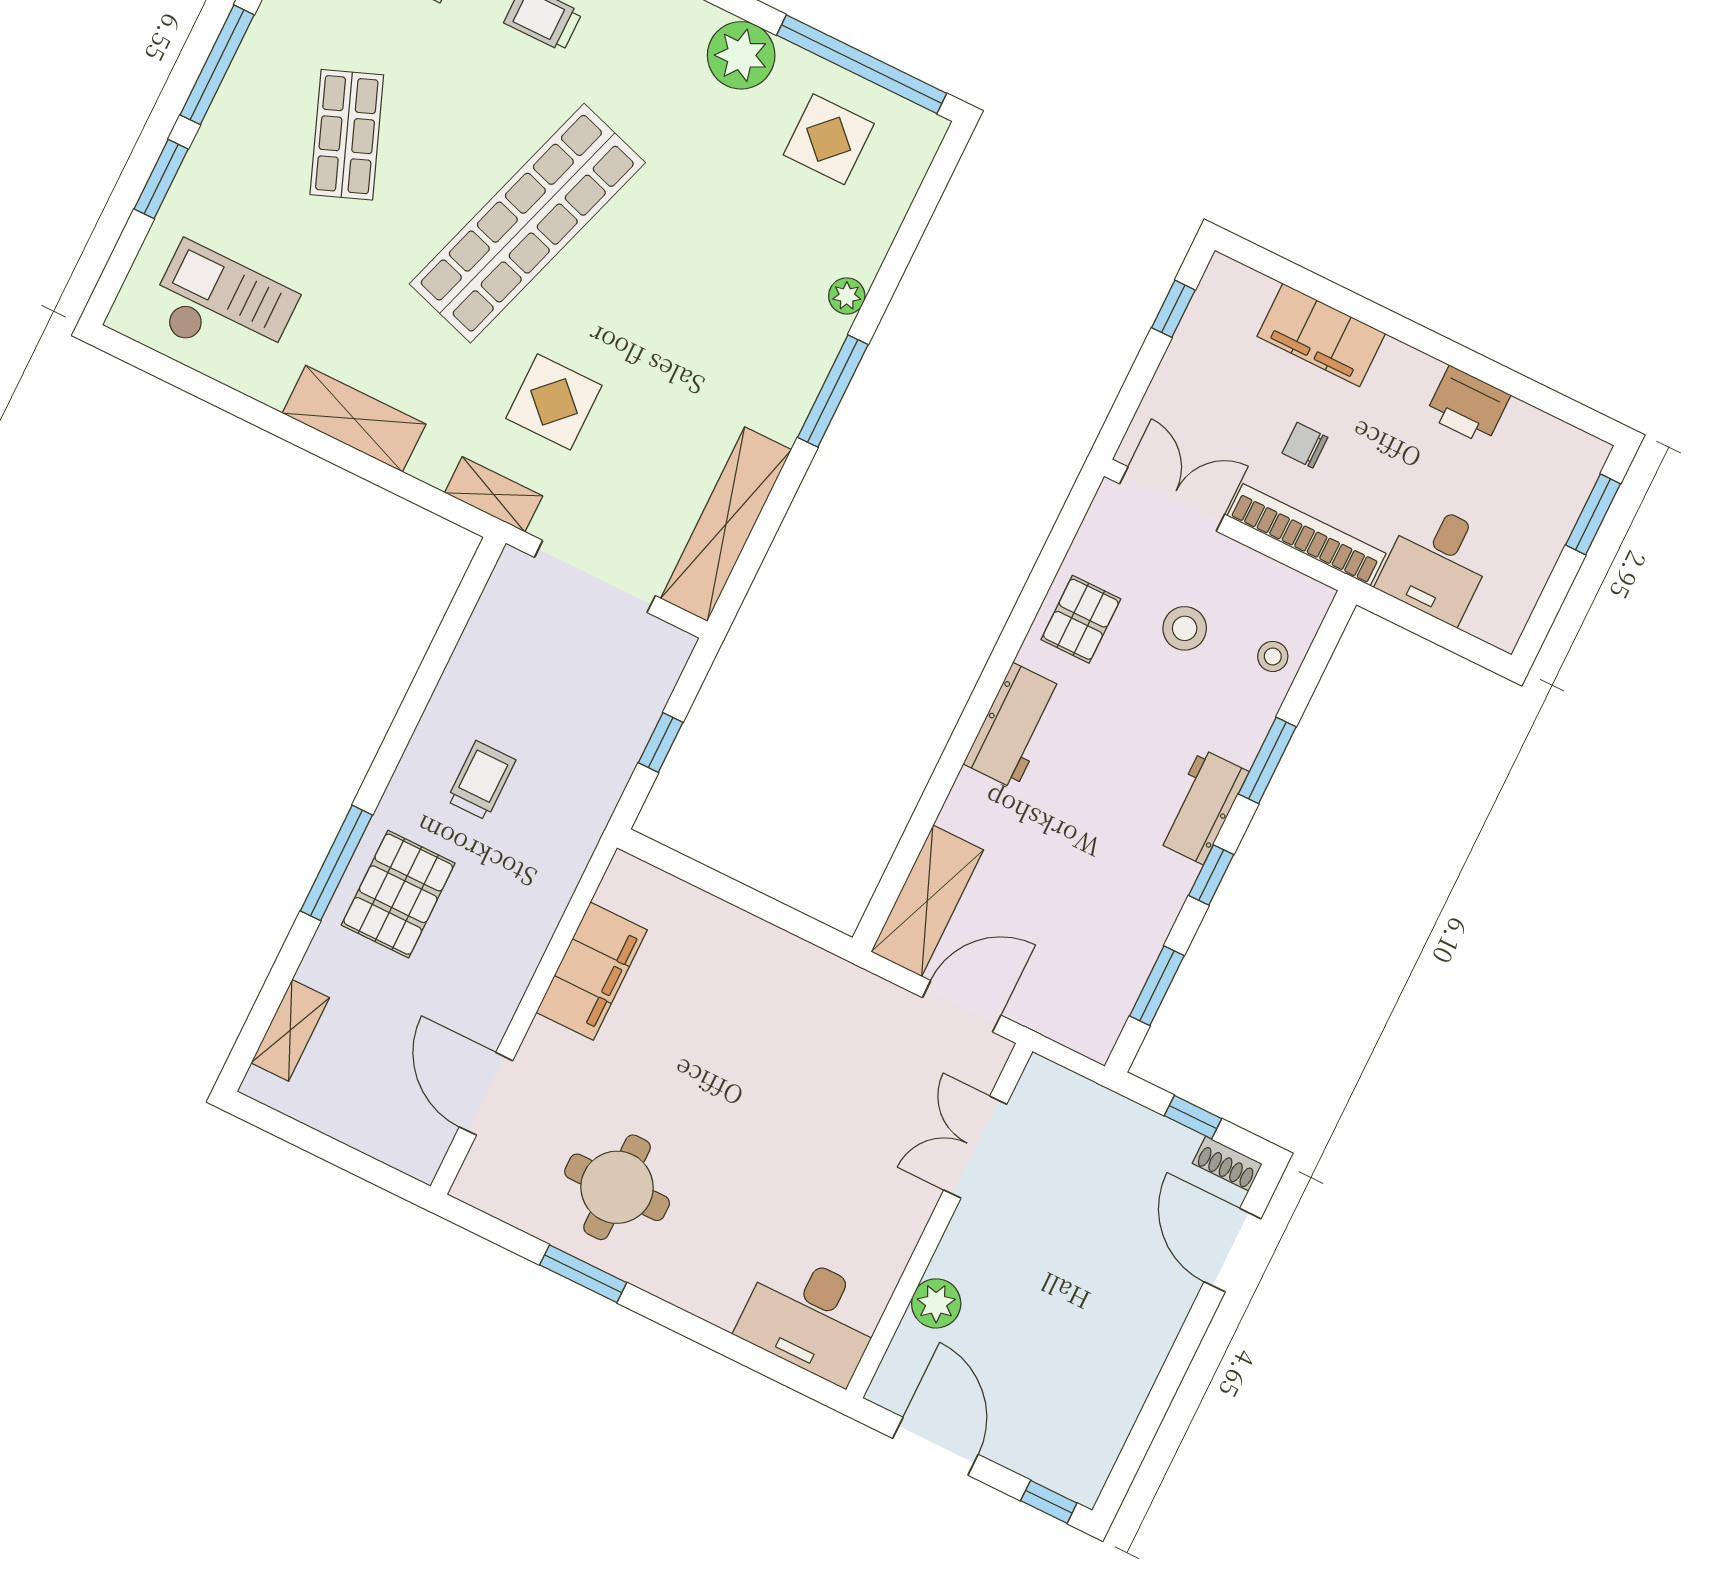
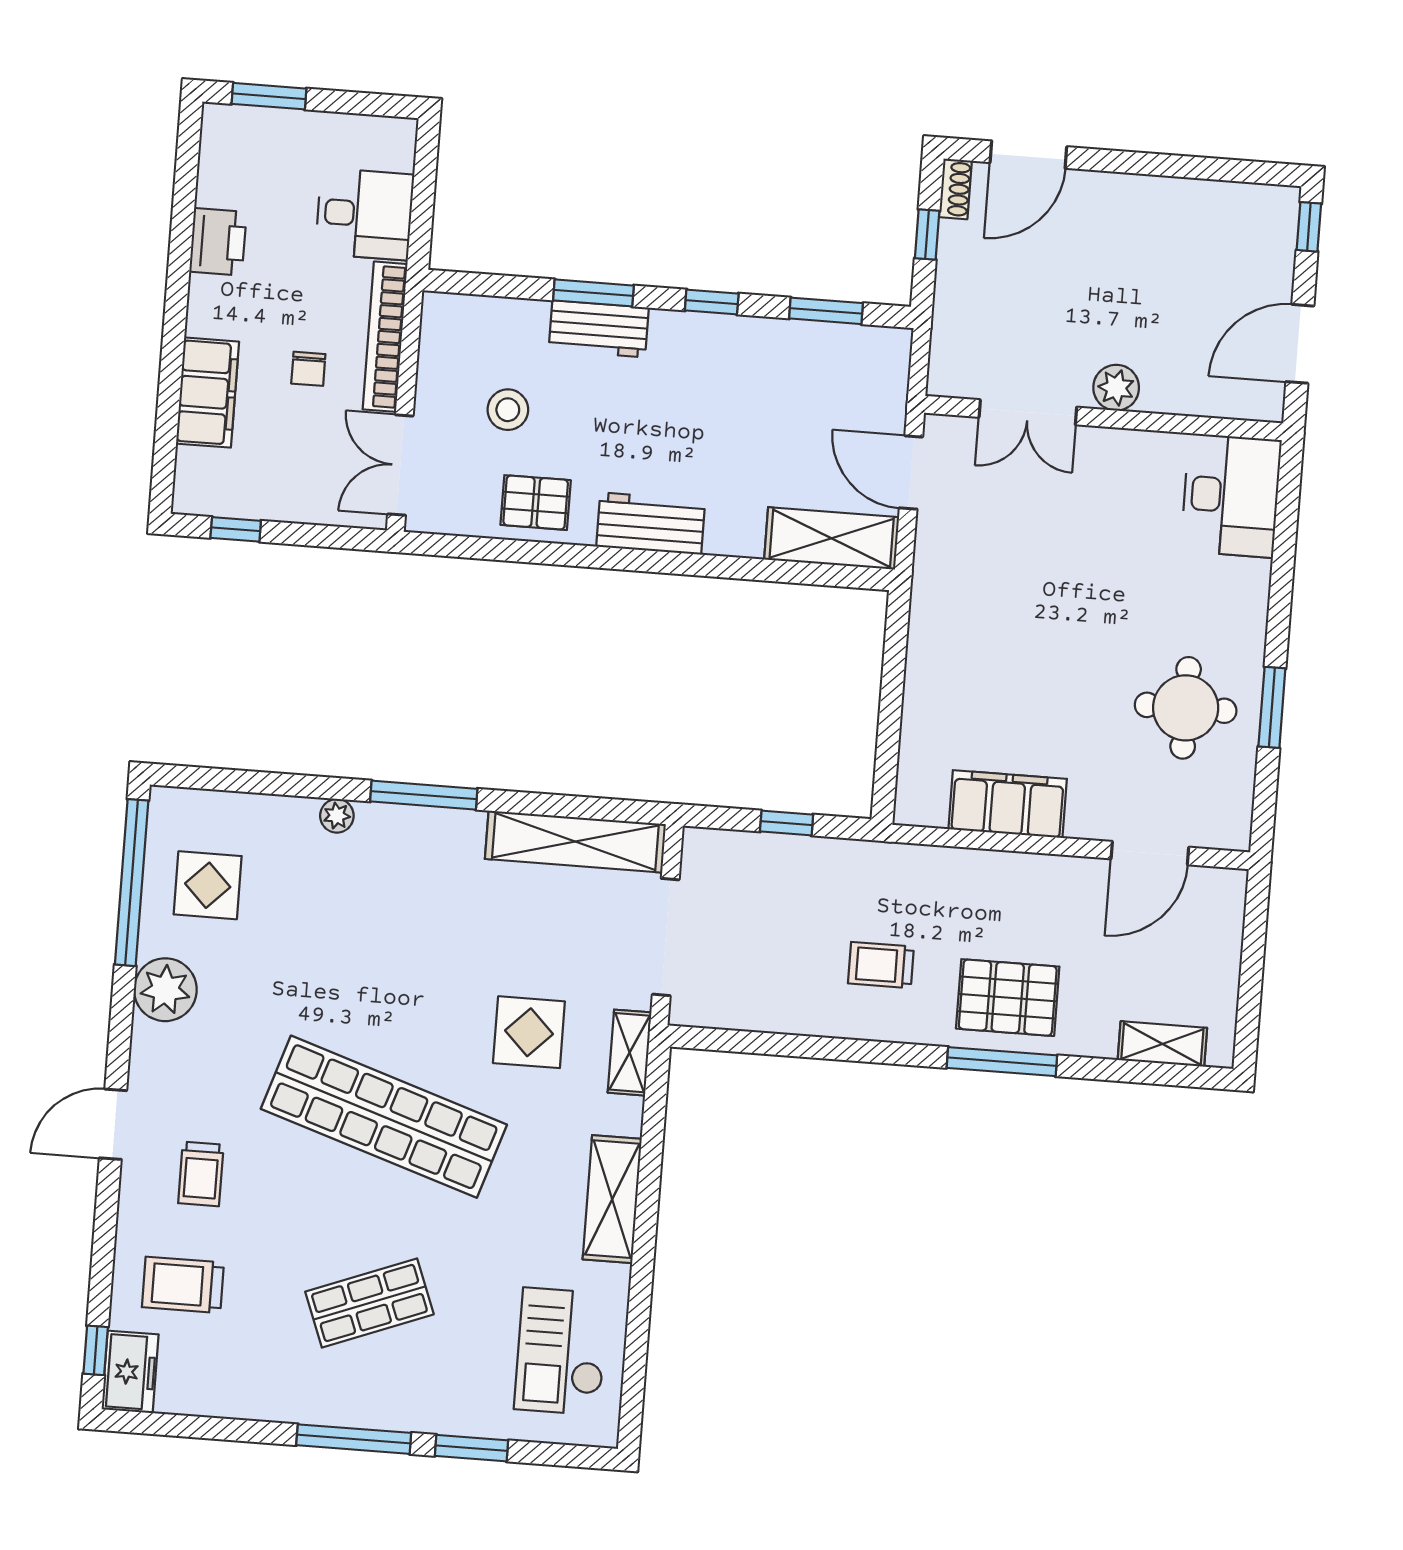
stool: (1273, 656) -> (502, 324), removed
workbench: (1202, 807) -> (599, 329), moved
plant: (936, 1303) -> (1116, 388), moved

